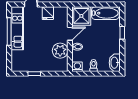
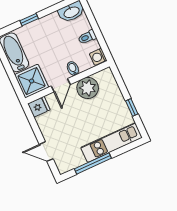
fridge: (48, 13) -> (39, 107), moved
kitchen unit: (17, 28) -> (111, 143), moved
door: (70, 34) -> (61, 85), swing flipped

